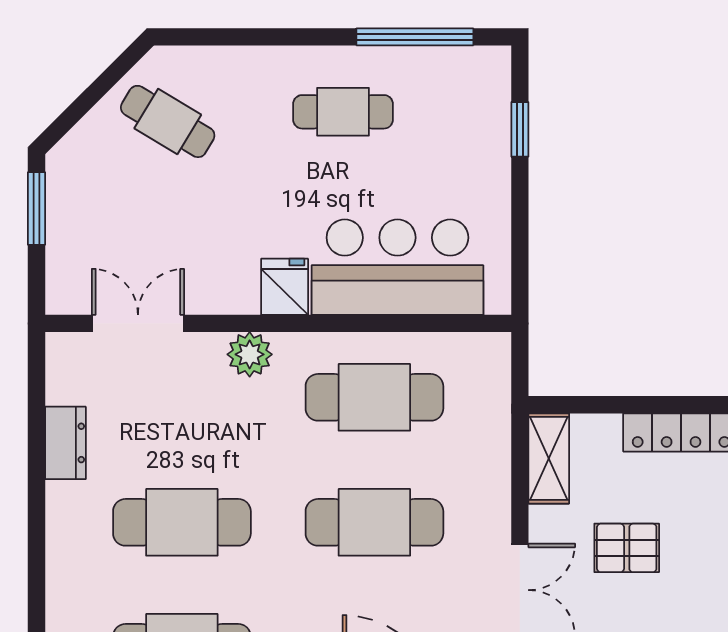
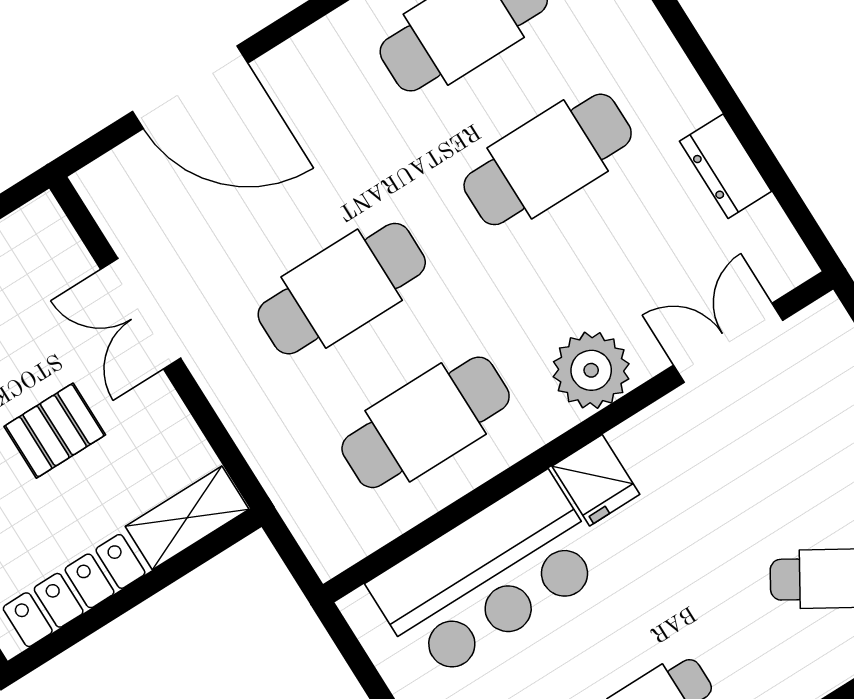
double door: (138, 323) -> (728, 343), swing flipped
plant: (250, 354) -> (591, 370), width x1.36, depth x1.36
shelving: (549, 458) -> (187, 518), moved, turned 90

